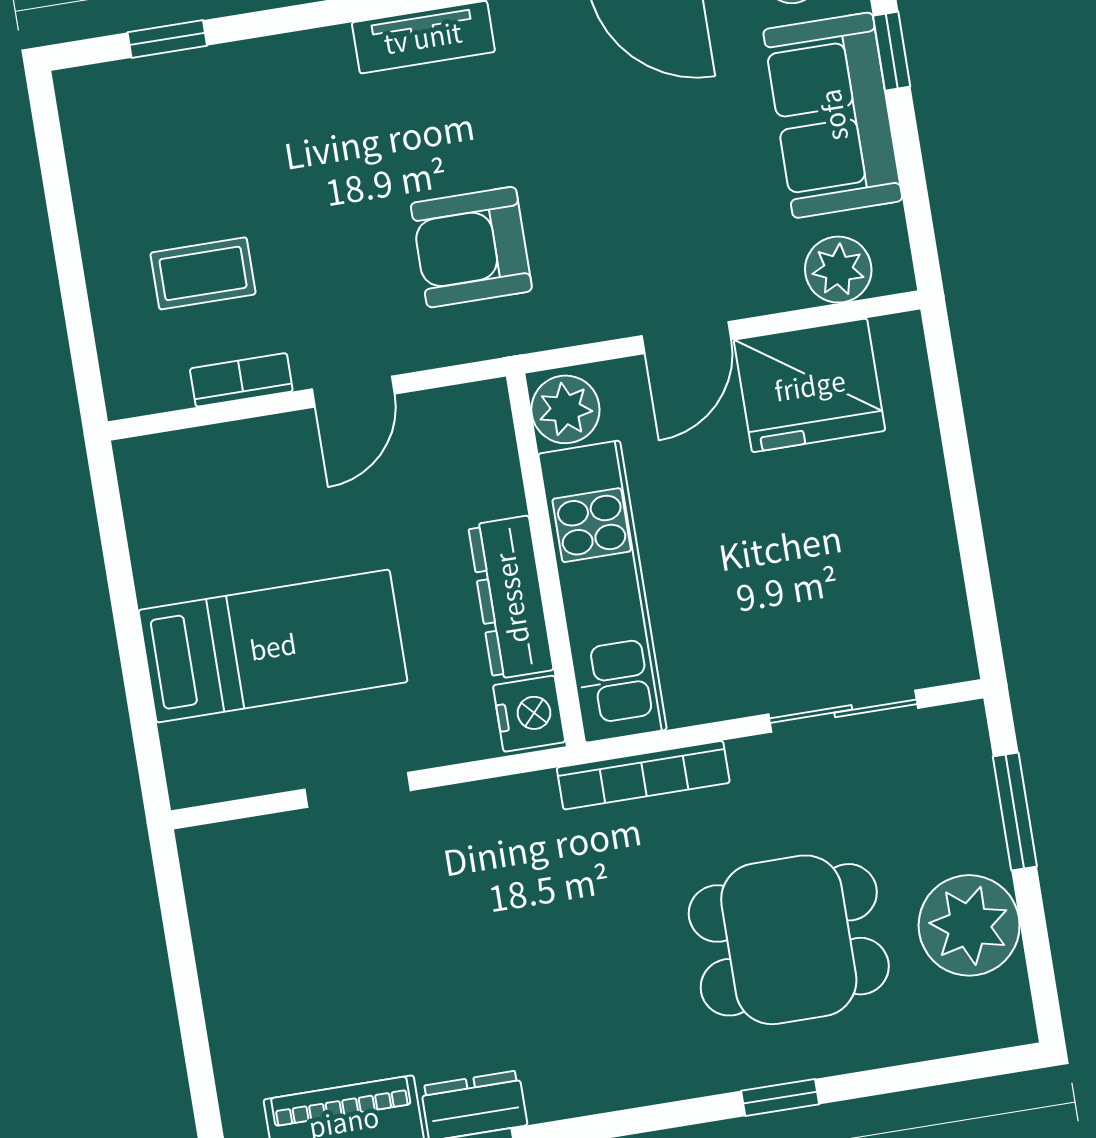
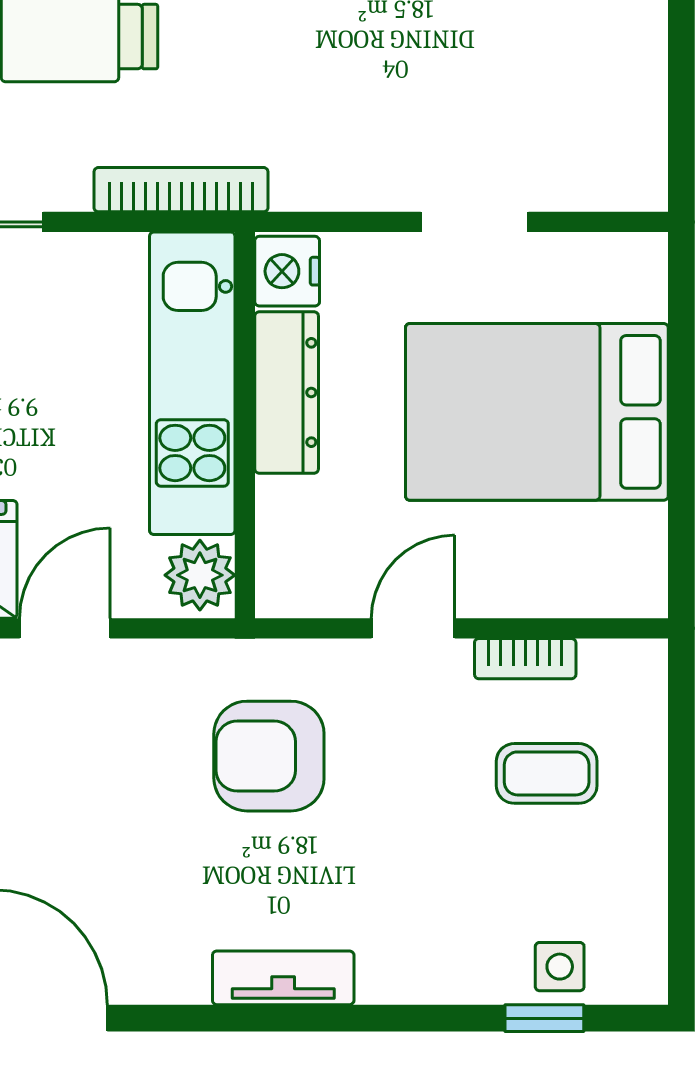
side table: (161, 91) -> (560, 967), added
armchair: (471, 247) -> (269, 756), turned 180
bed: (273, 646) -> (537, 412), width x1.50

